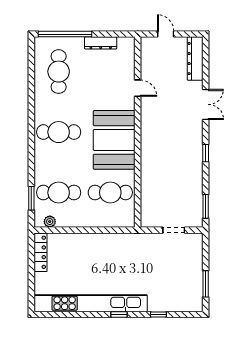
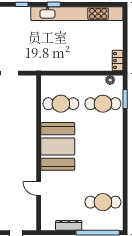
cafe table: (59, 72) -> (103, 202), turned 90
cafe table: (59, 132) -> (103, 153), removed
locker: (41, 252) -> (118, 61), width x0.66

